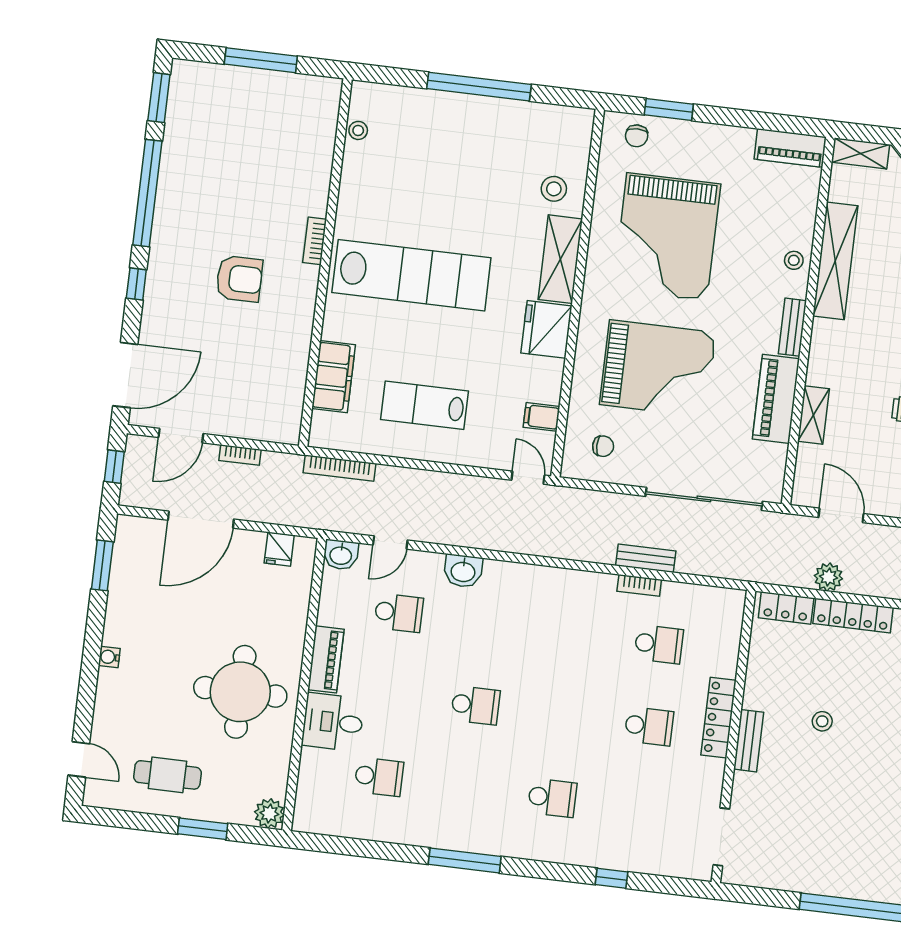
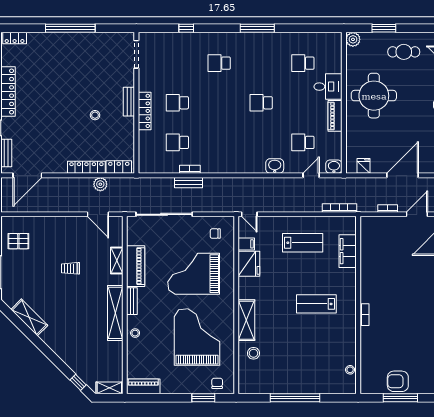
shelving: (835, 261) -> (115, 313), moved
lab bench: (411, 275) -> (316, 304), width x0.54, depth x0.72
armchair: (239, 279) -> (398, 381), moved
fridge: (546, 329) -> (249, 264), moved

